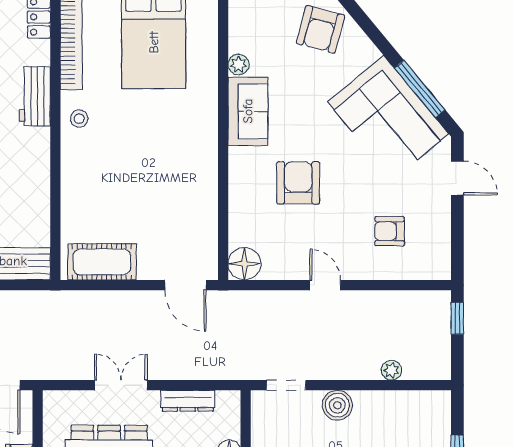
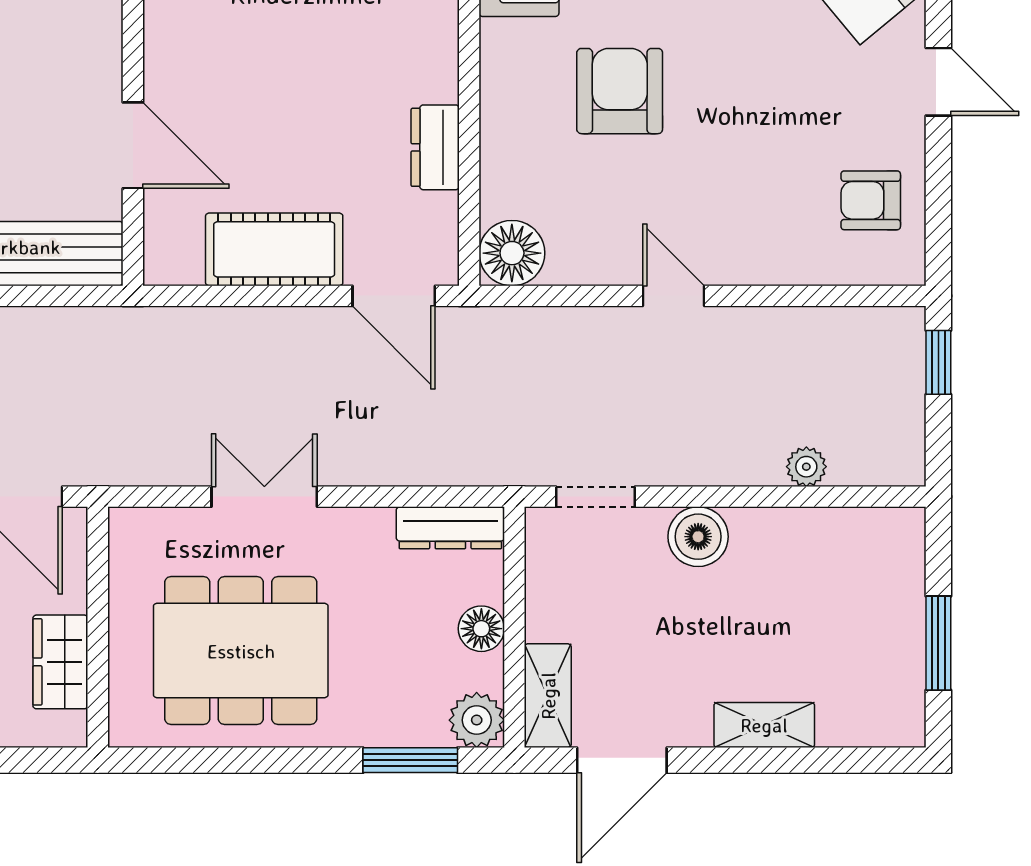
door: (55, 210) -> (133, 145), added
dresser: (206, 211) -> (435, 147), added
armchair: (390, 231) -> (871, 200), moved
cot: (102, 262) -> (274, 249), moved
dresser: (188, 401) -> (450, 528), moved

